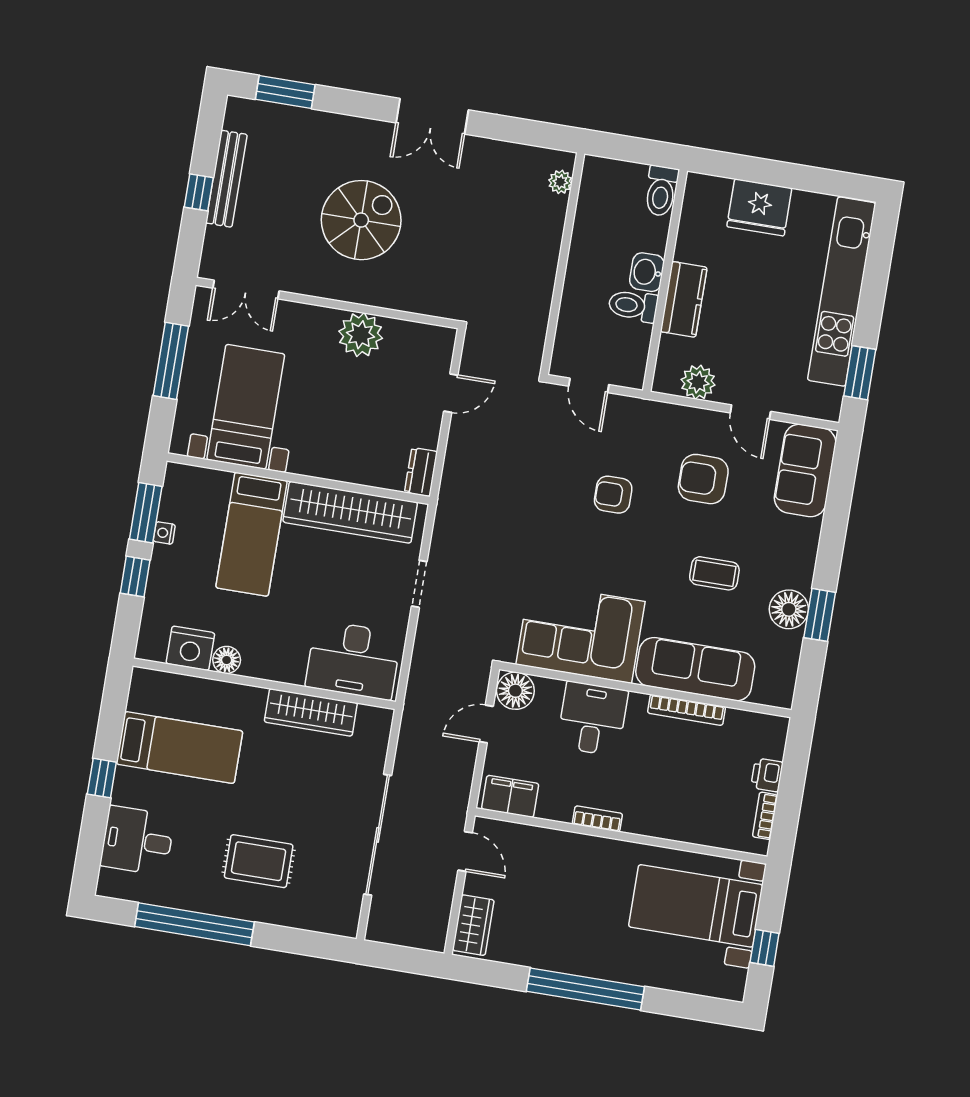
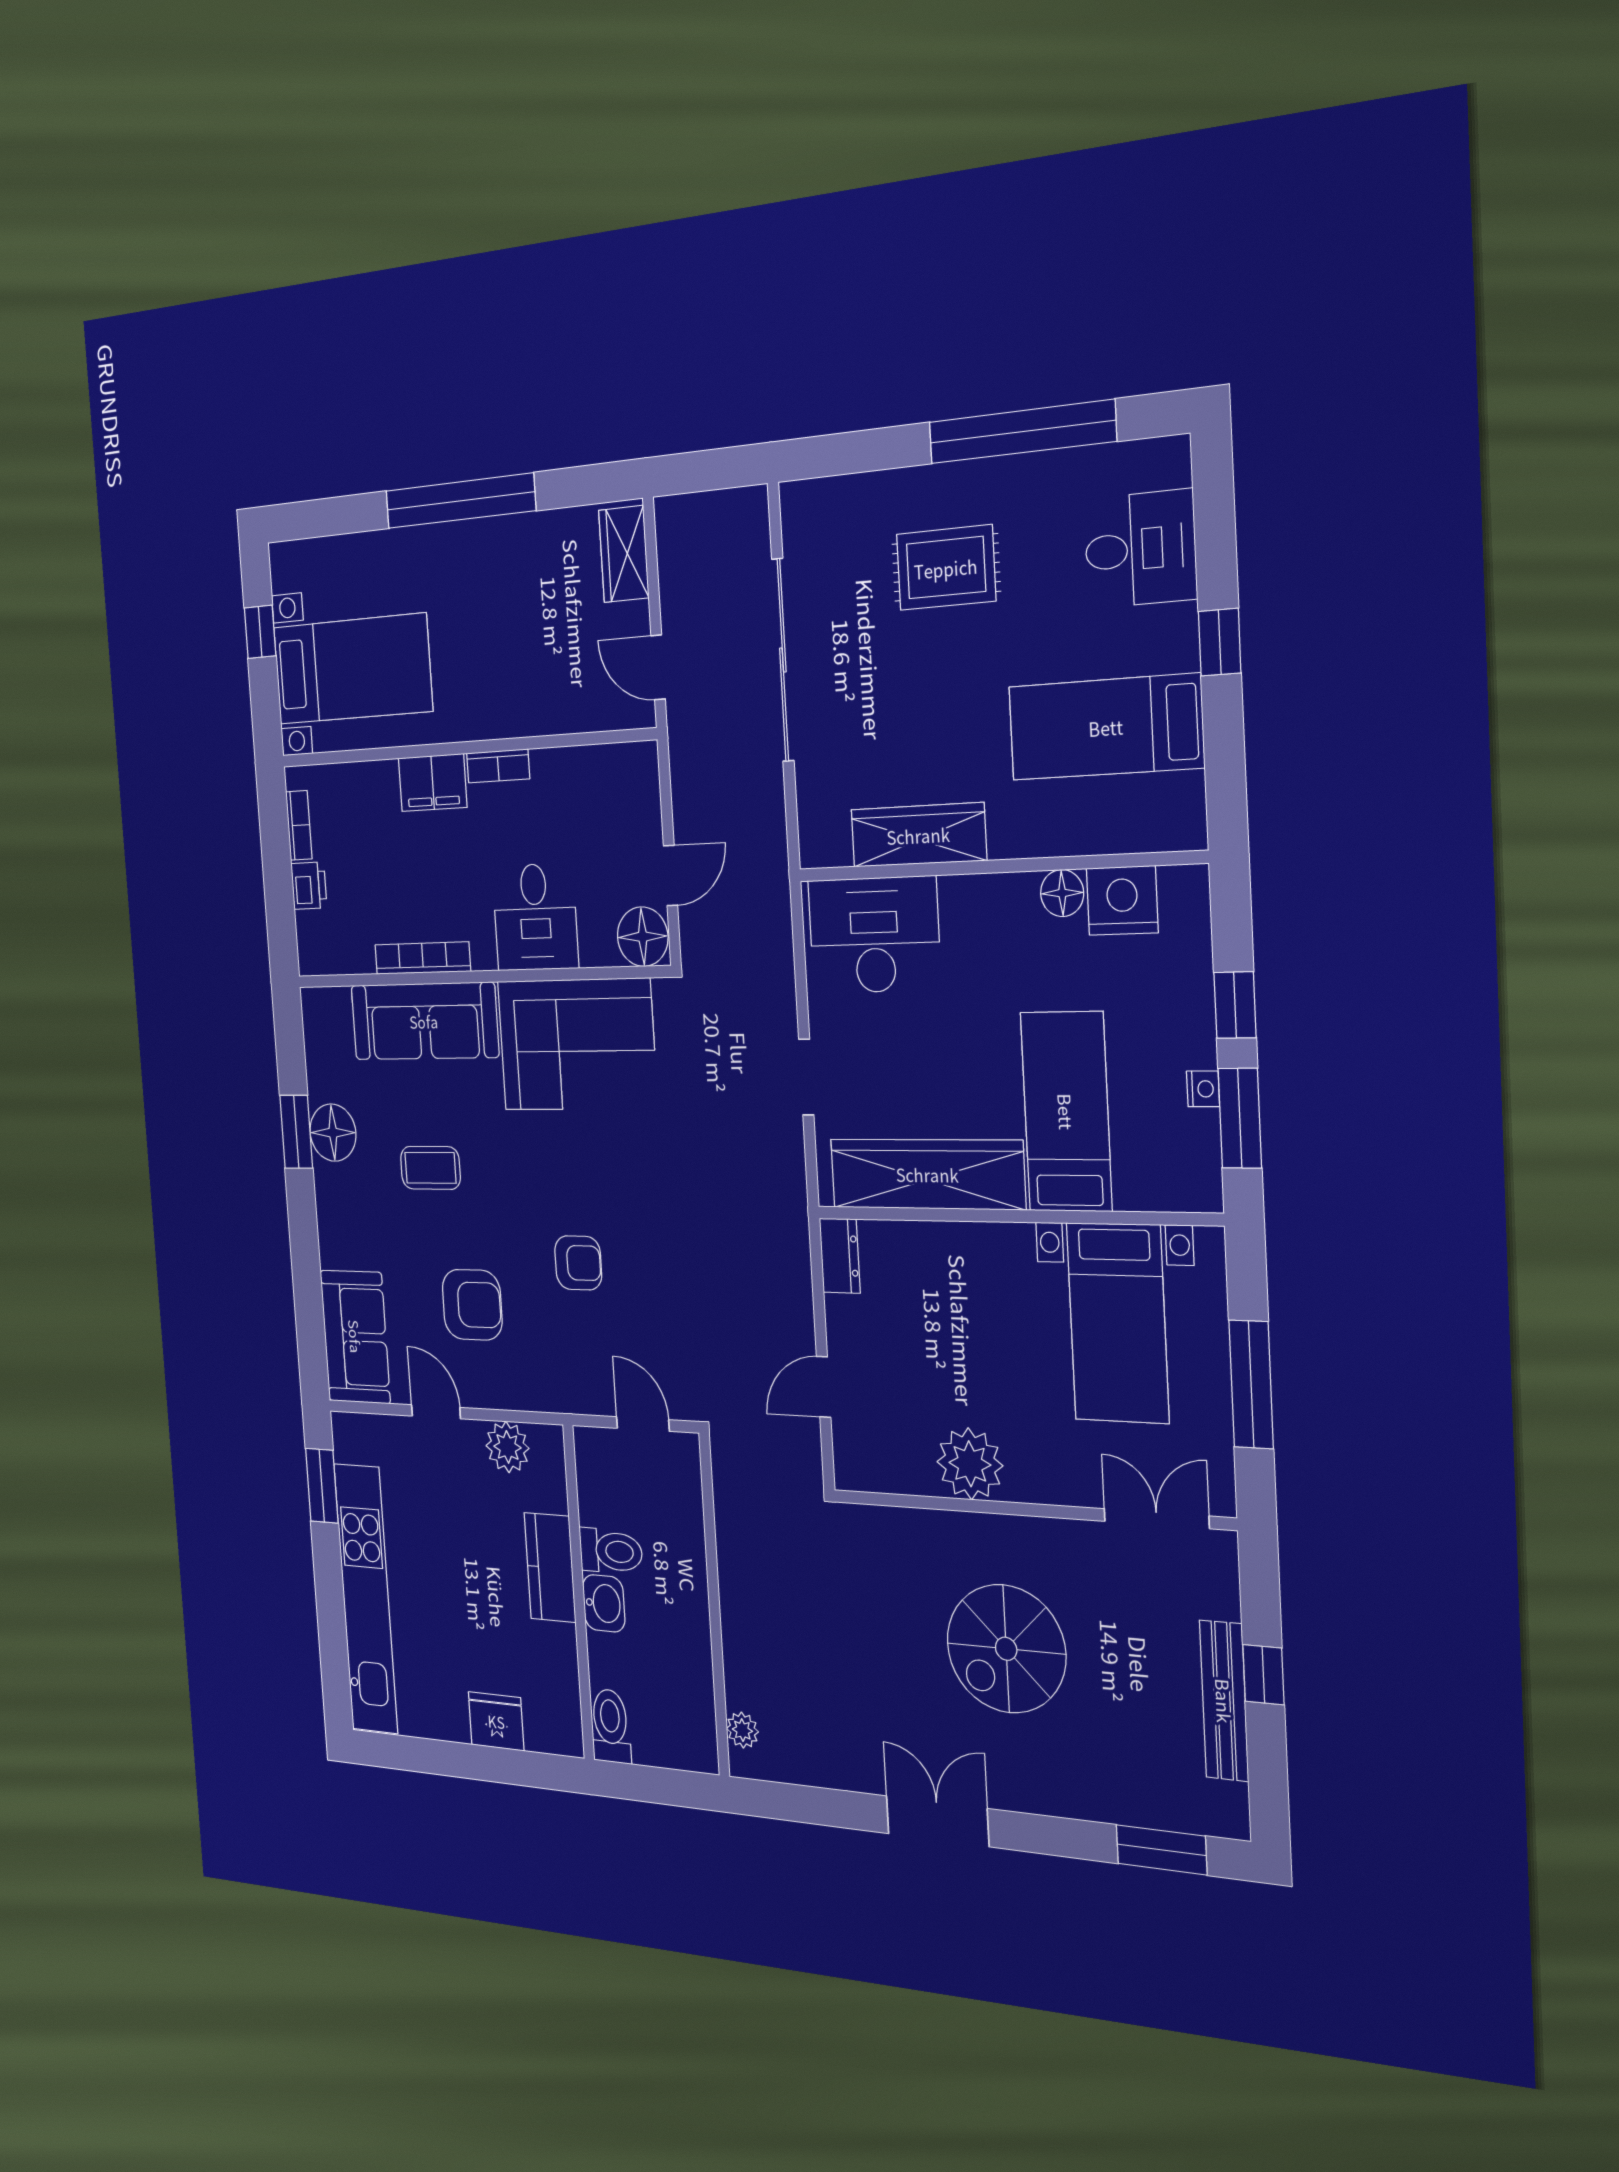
fridge: (759, 207) -> (496, 1721), width x0.73, depth x0.75
filing cabinet: (510, 796) -> (433, 783), moved

